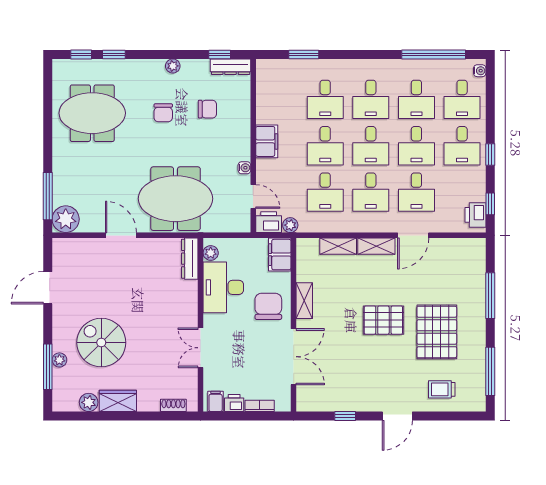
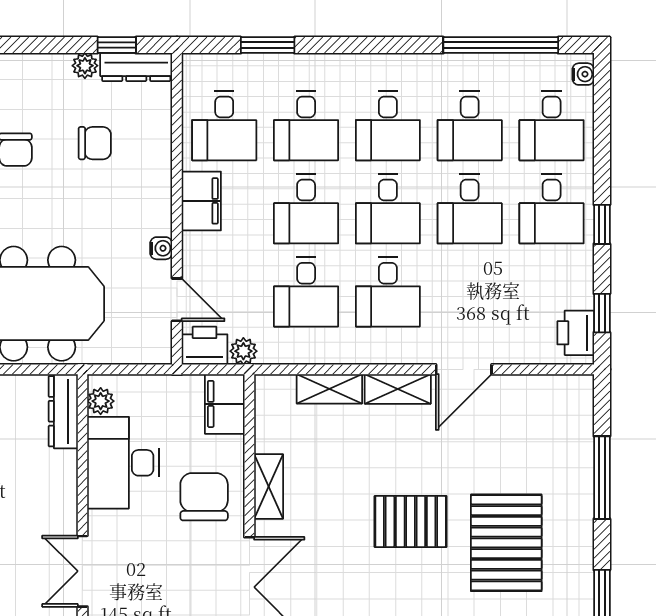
plant: (173, 66) -> (85, 66), moved
desk: (416, 192) -> (224, 126), moved

